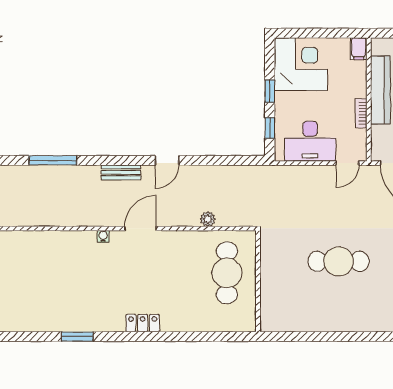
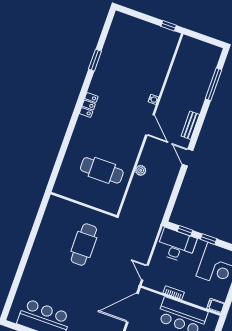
desk: (310, 141) -> (177, 246), moved, turned 90
wall: (258, 281) -> (84, 205), moved

